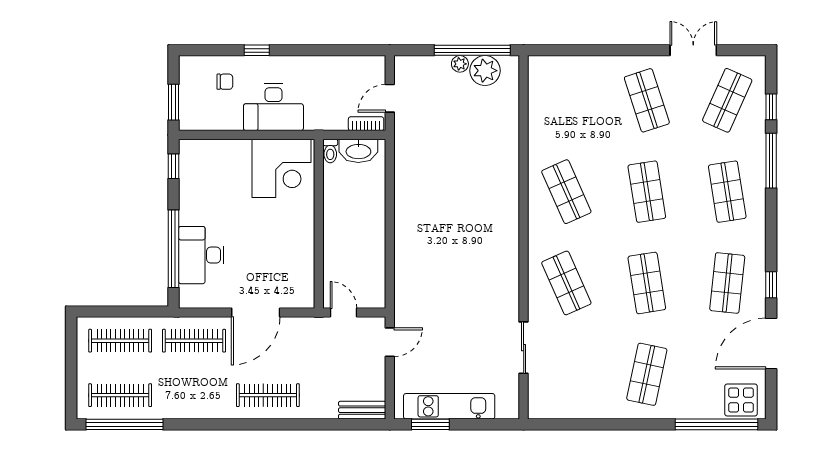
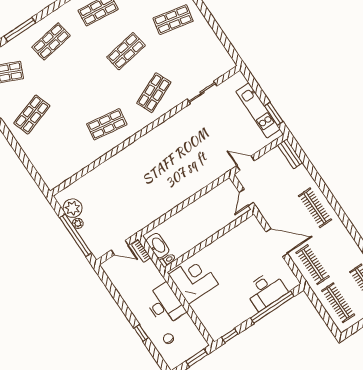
window: (472, 50) -> (76, 235), moved
shop shelf: (566, 192) -> (107, 124), turned 33
shop shelf: (647, 192) -> (79, 83), removed

